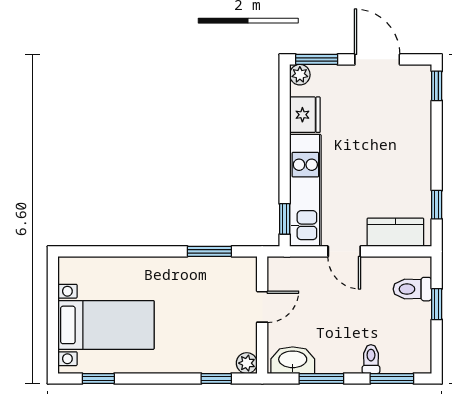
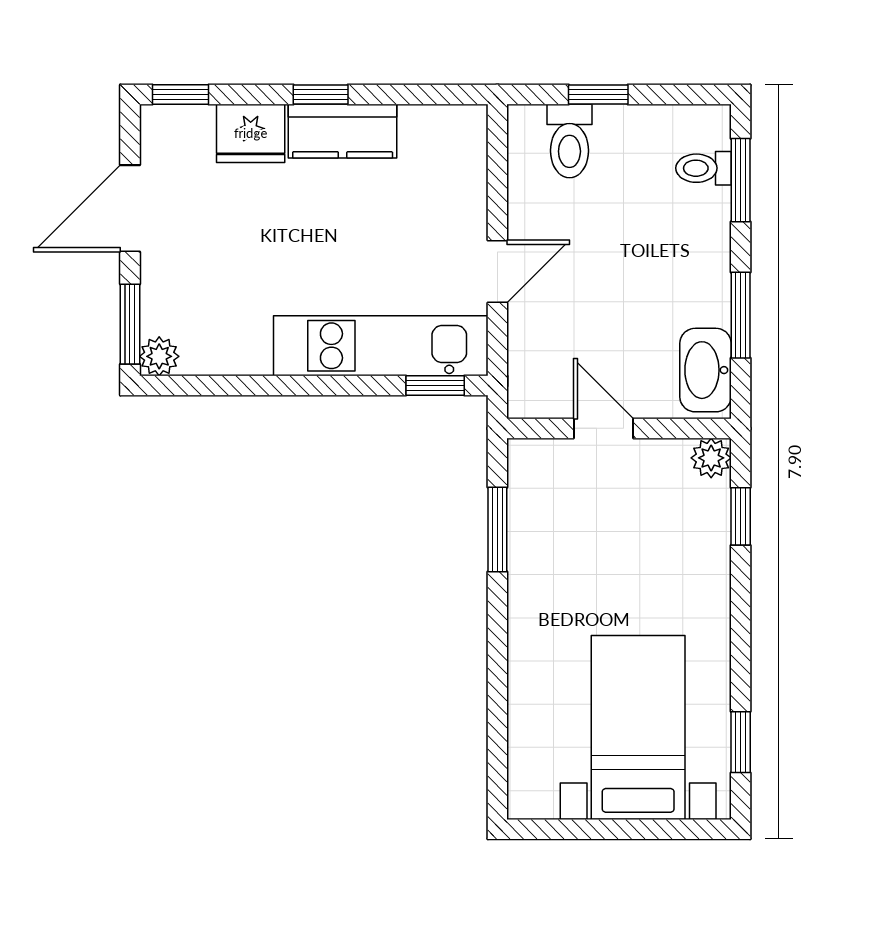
fridge: (305, 115) -> (251, 133), moved, turned 180
window: (437, 205) -> (321, 94), moved
kitchen counter: (395, 232) -> (343, 131), moved, turned -90
toilet: (371, 359) -> (704, 168), moved

